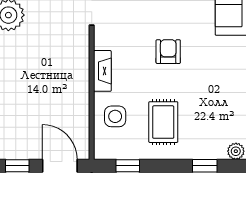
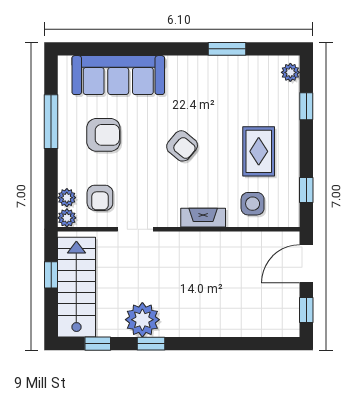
armchair: (168, 52) -> (182, 146), turned -140
rug: (163, 122) -> (259, 151), turned 90

